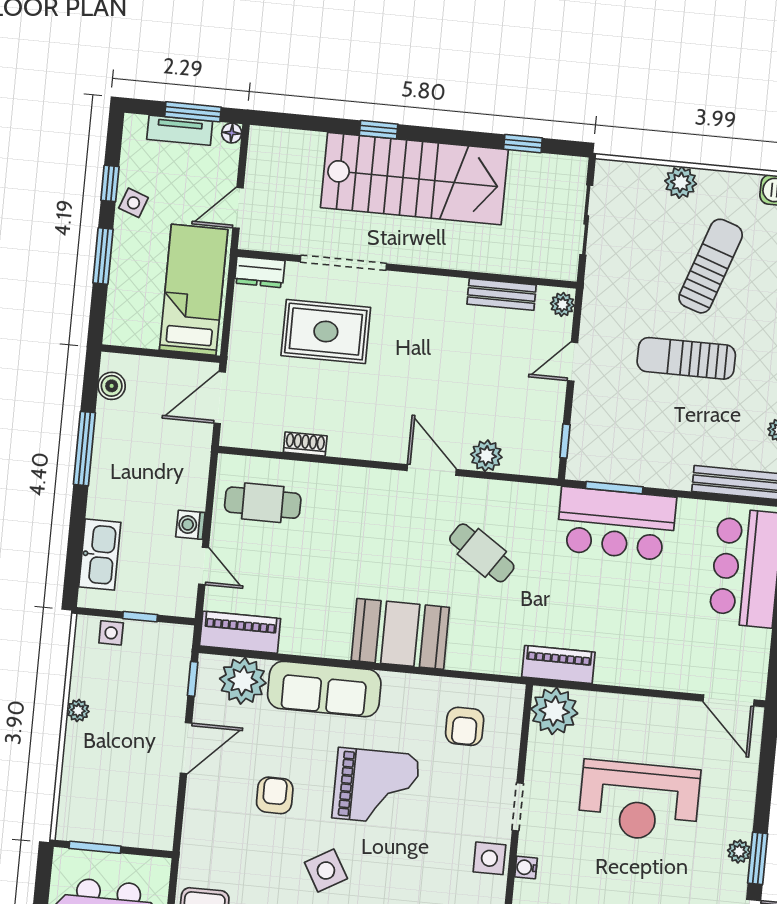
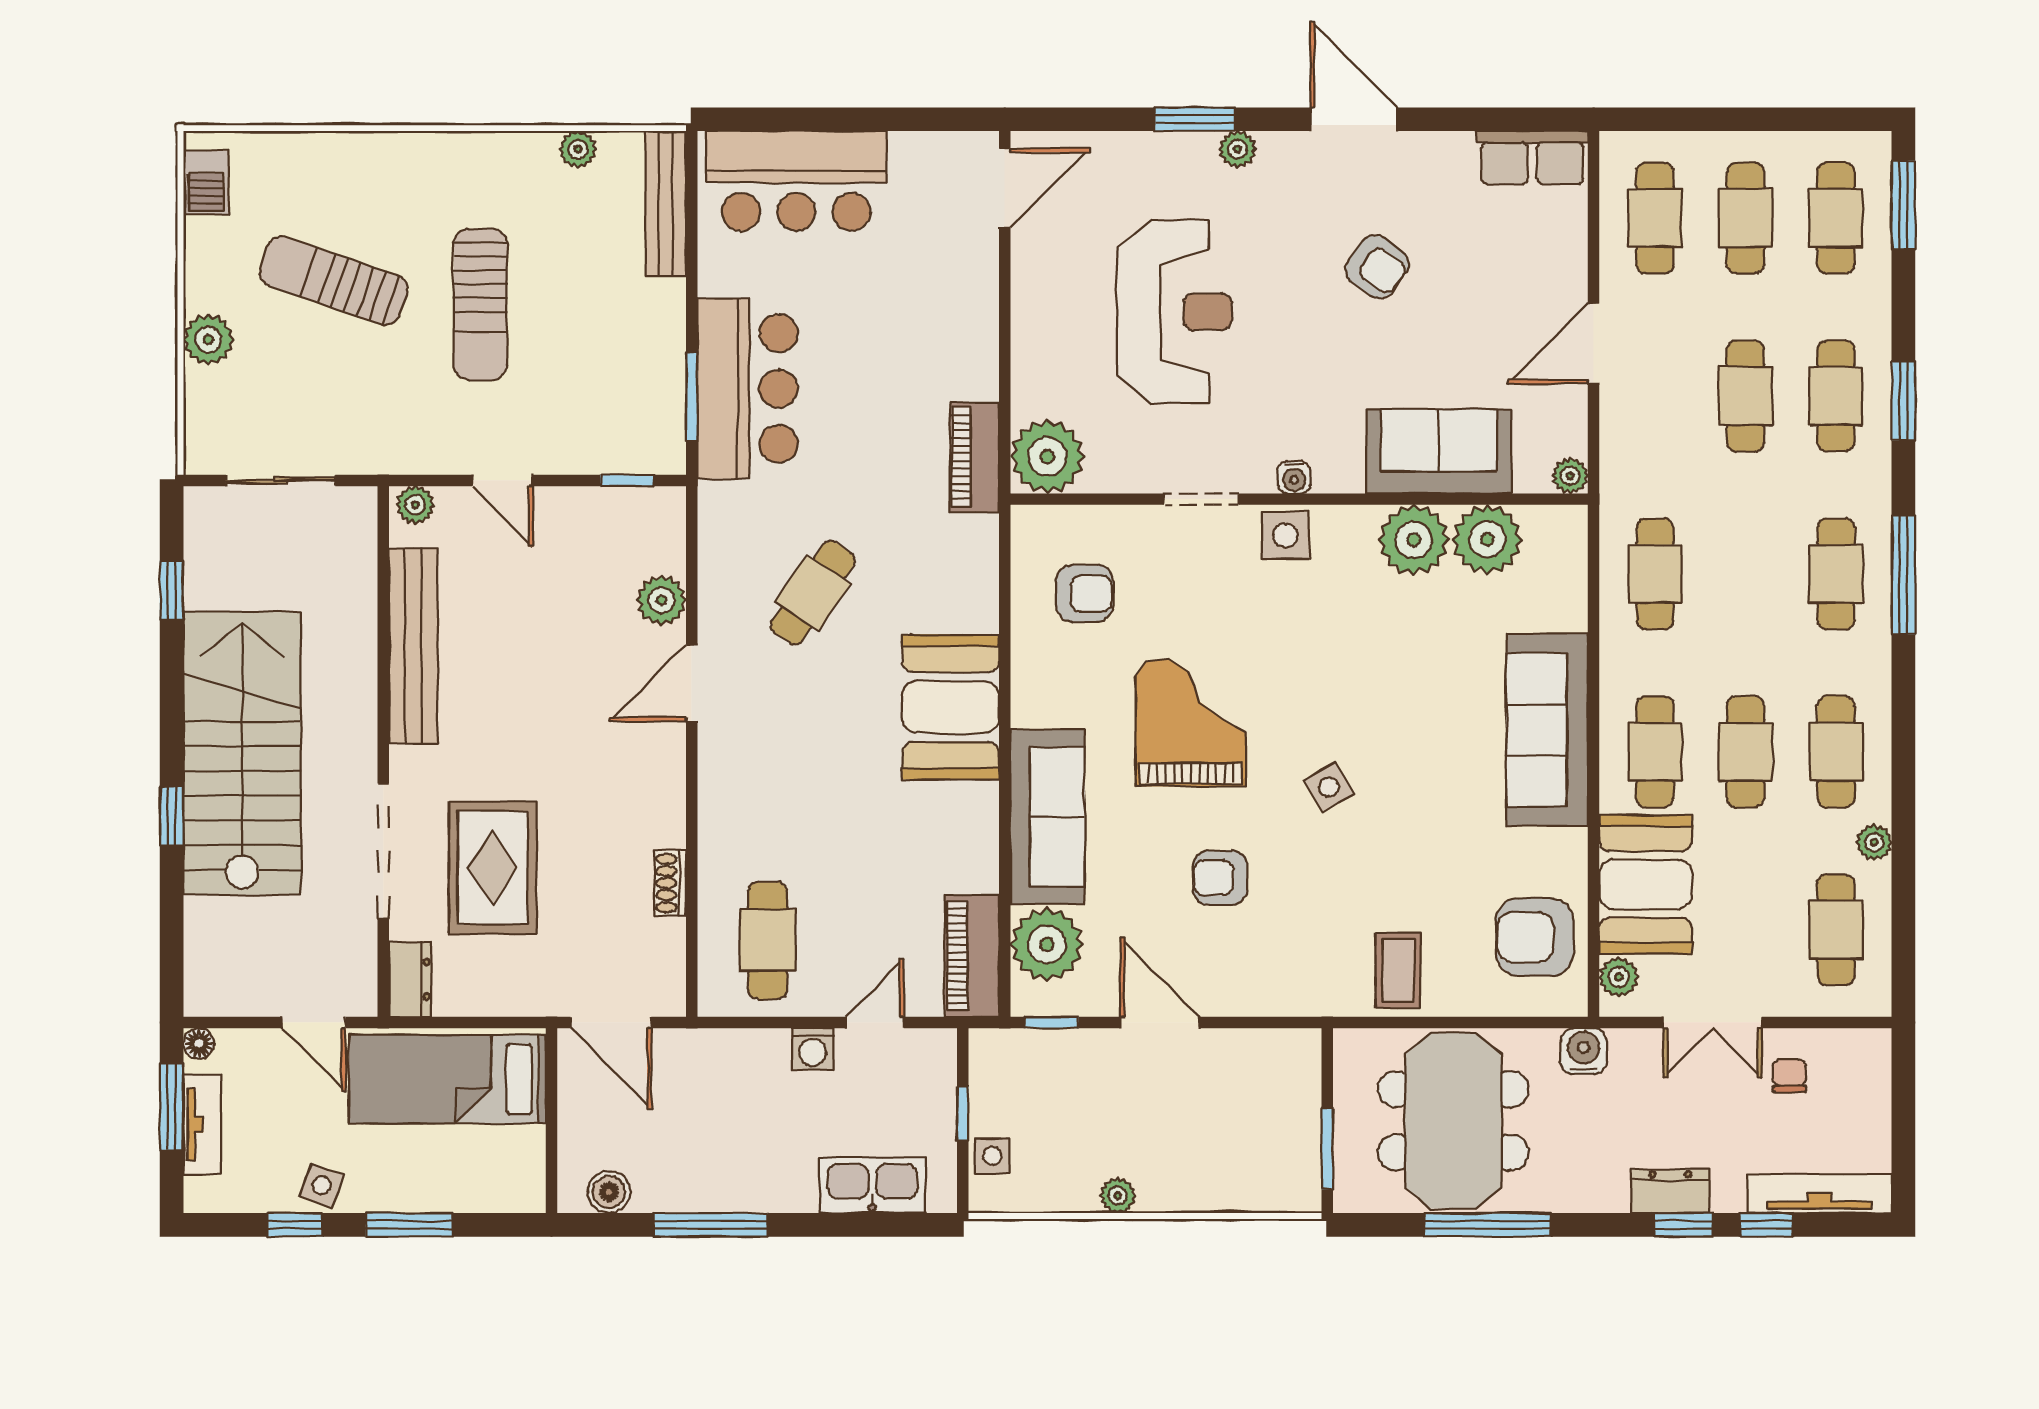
bench: (502, 294) -> (413, 646), width x1.86, depth x1.21
window: (758, 858) -> (1194, 119), moved
side table: (326, 871) -> (1329, 787), width x0.73, depth x0.73

